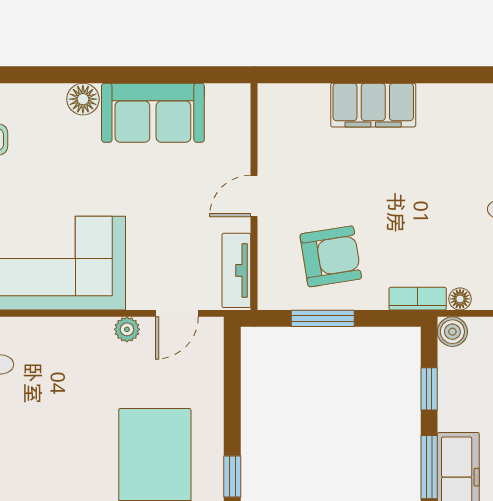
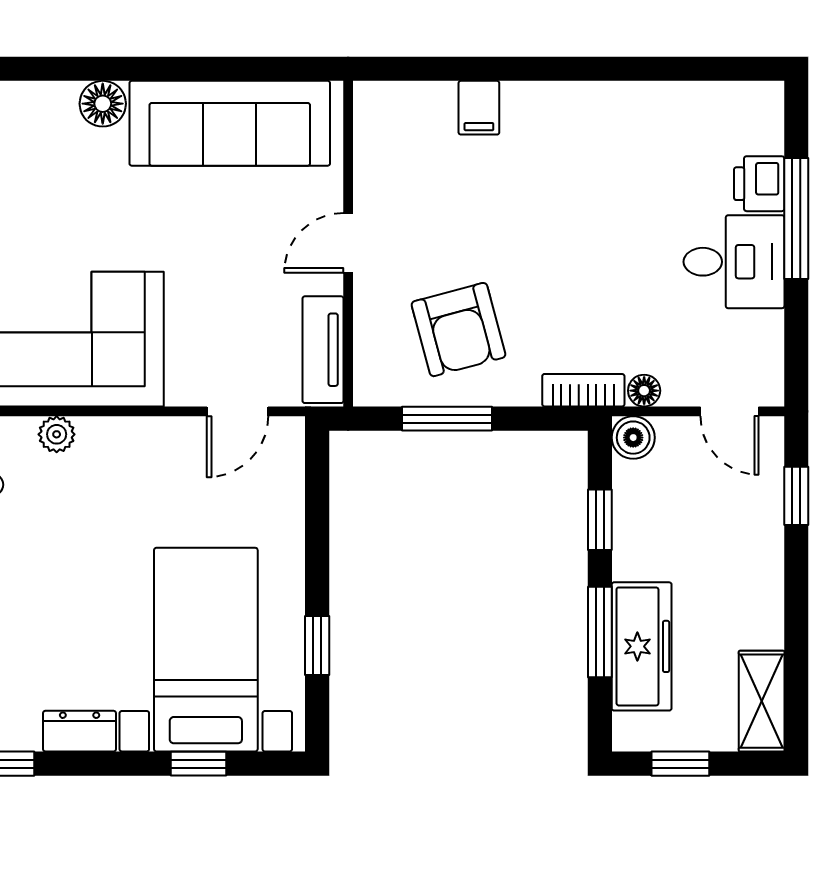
filing cabinet: (373, 105) -> (479, 108), width x0.33, depth x0.86
sofa: (153, 113) -> (230, 123), width x1.36
armchair: (331, 256) -> (459, 330), turned 84
plant: (127, 329) -> (57, 434), moved

